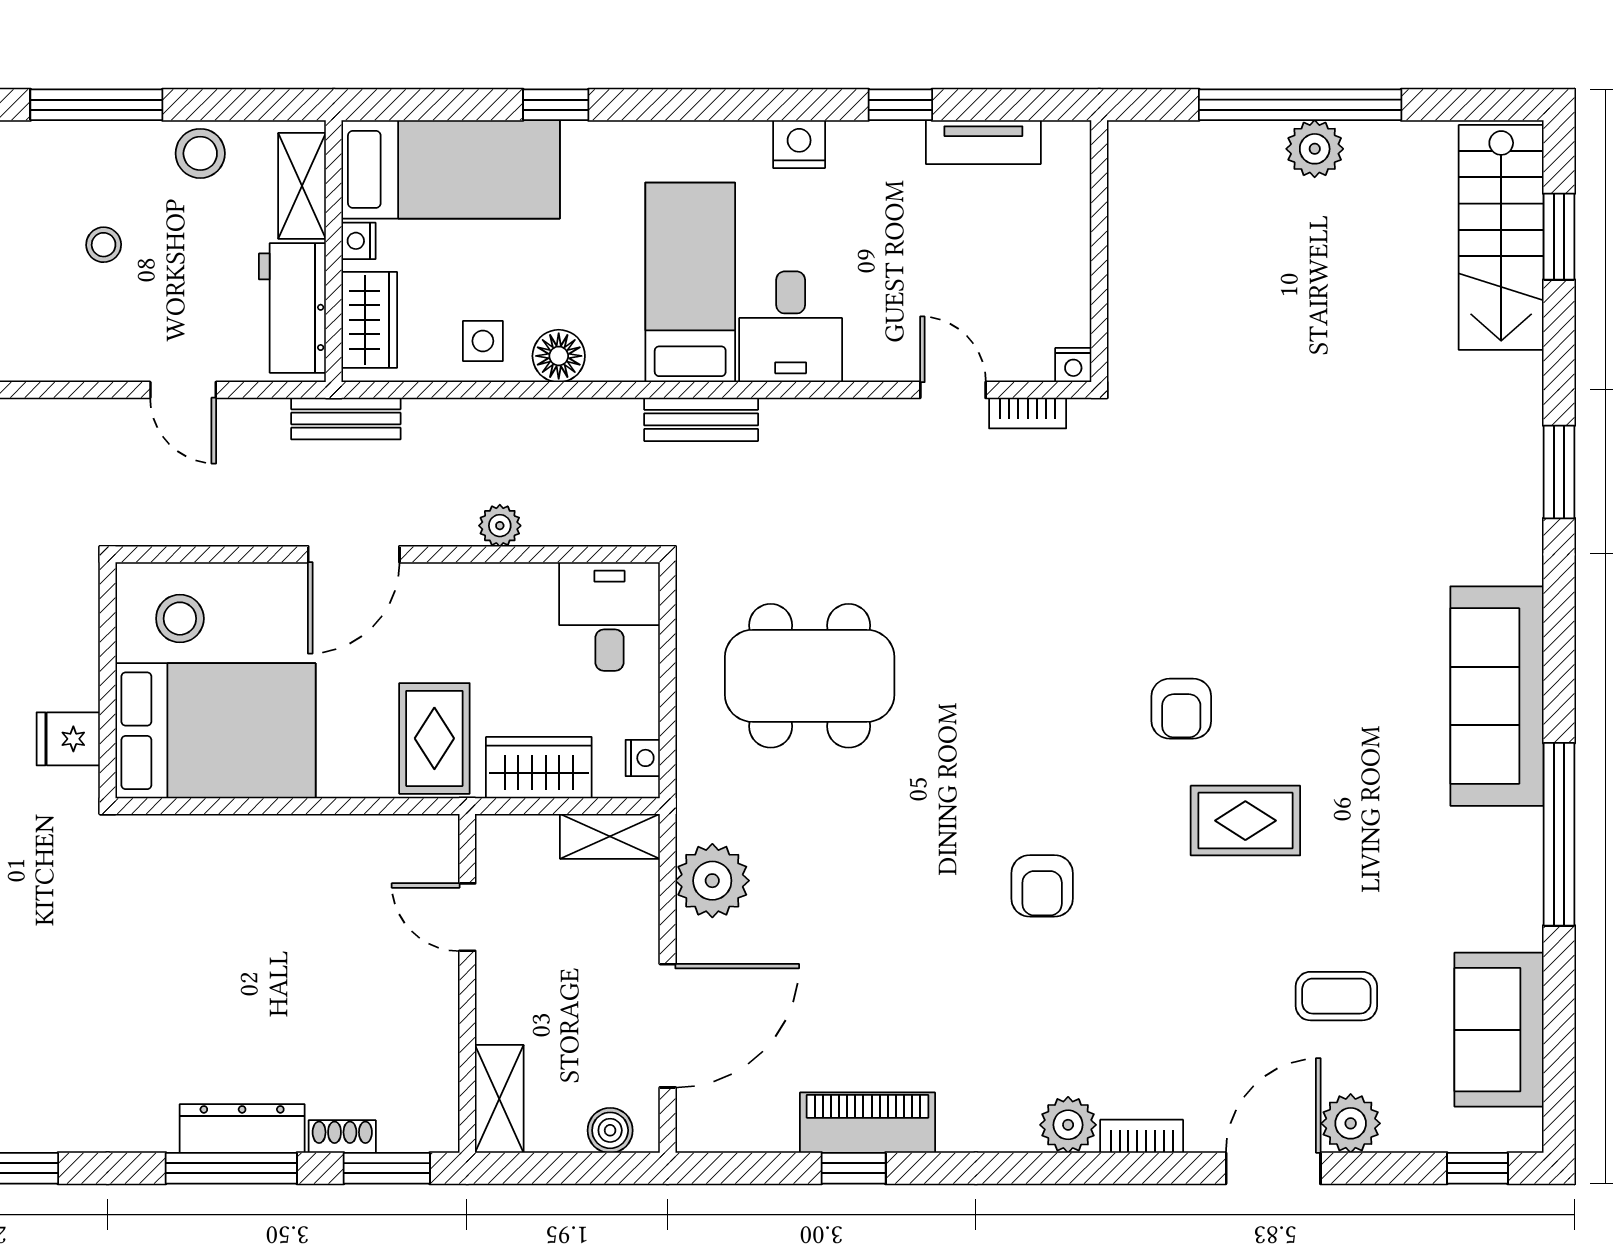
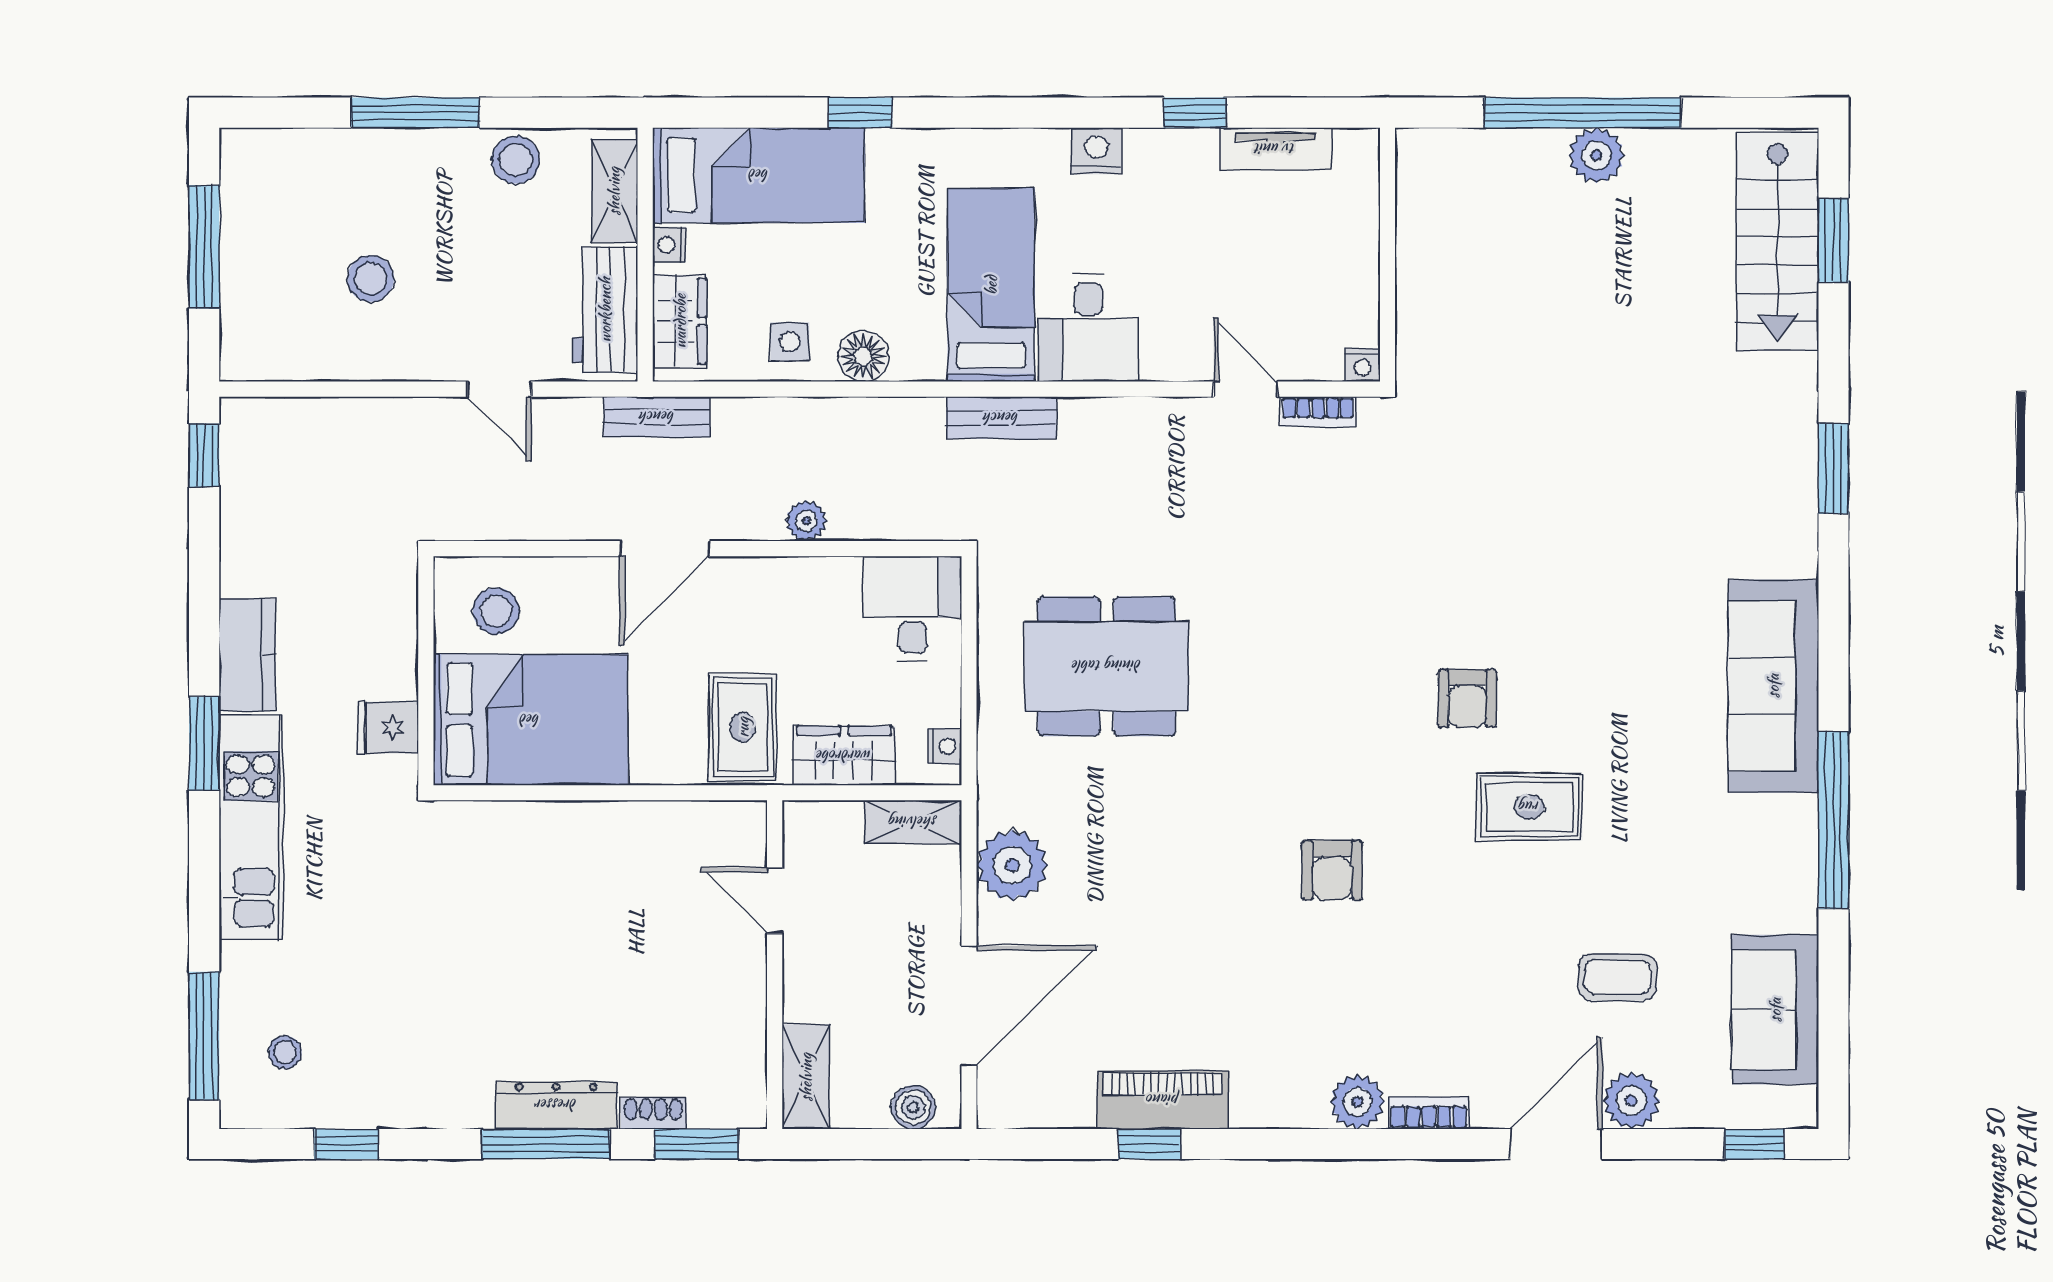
stool: (104, 245) -> (371, 279), moved, width x1.37, depth x1.37

